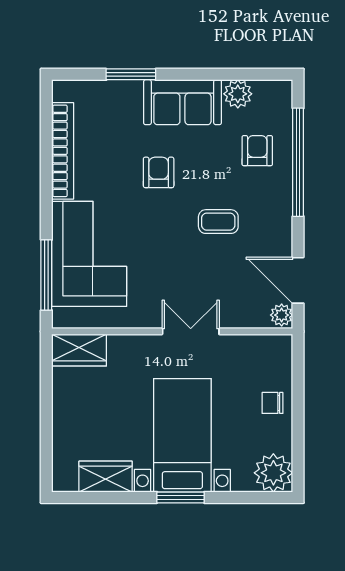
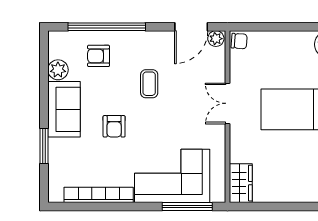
armchair: (159, 172) -> (114, 126), turned -90
chair: (273, 403) -> (239, 41), moved, turned -86

